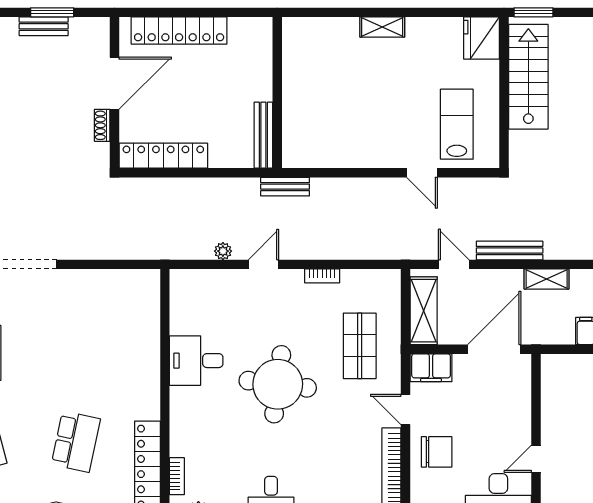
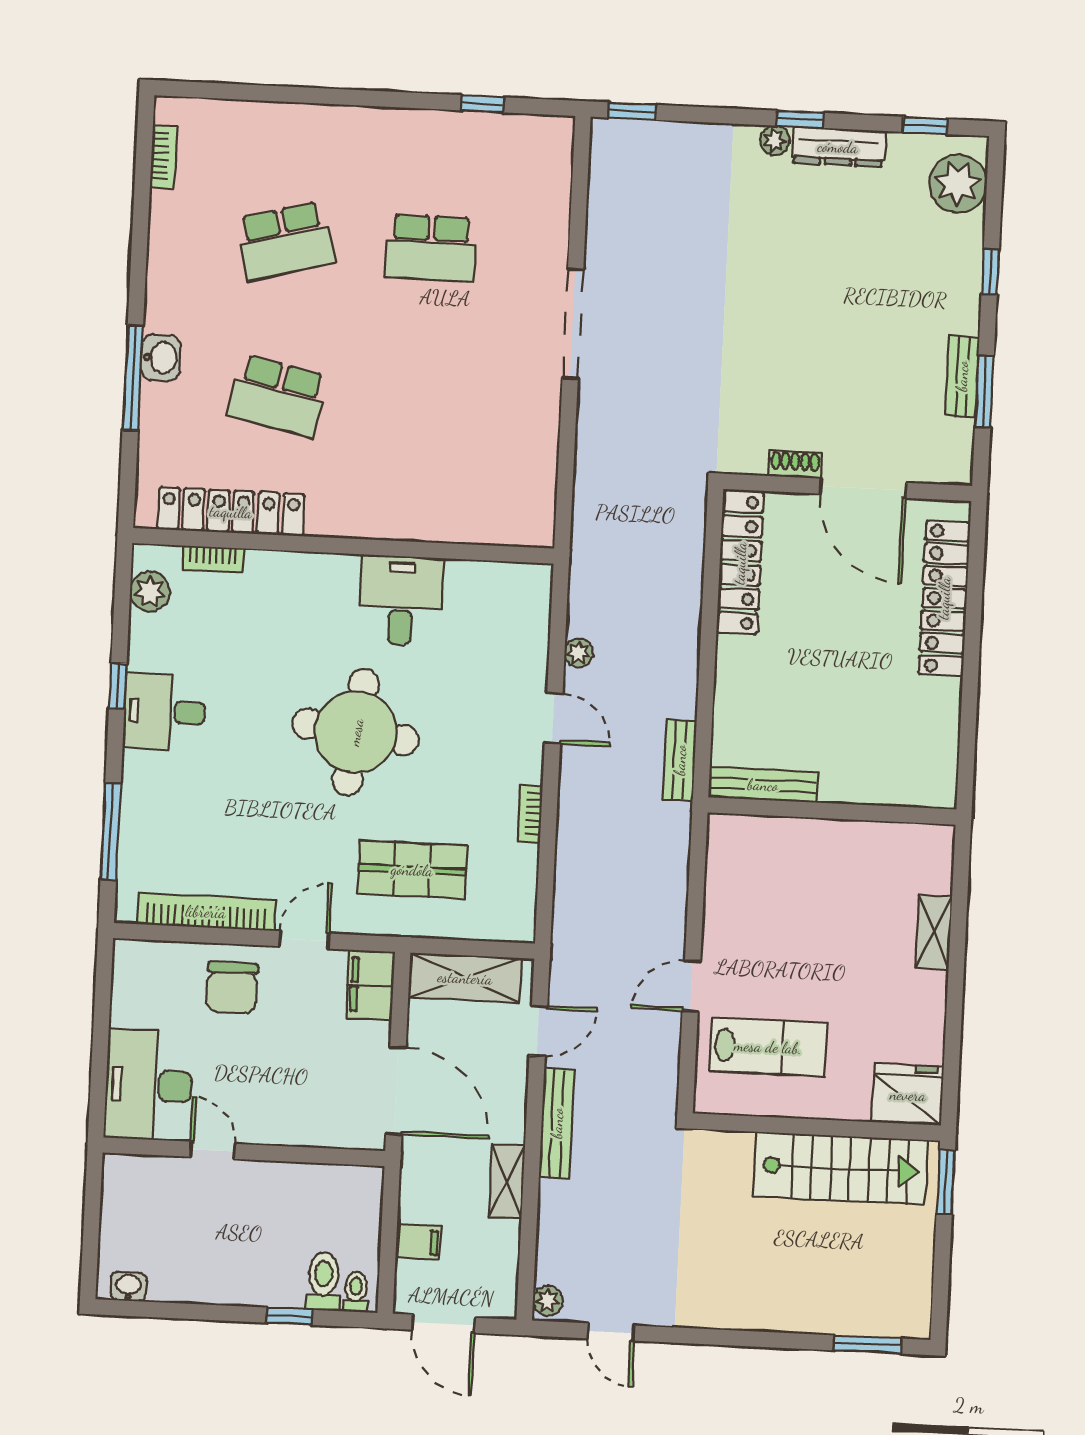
wall: (277, 93) -> (832, 811), moved
bench: (263, 135) -> (763, 785), moved

